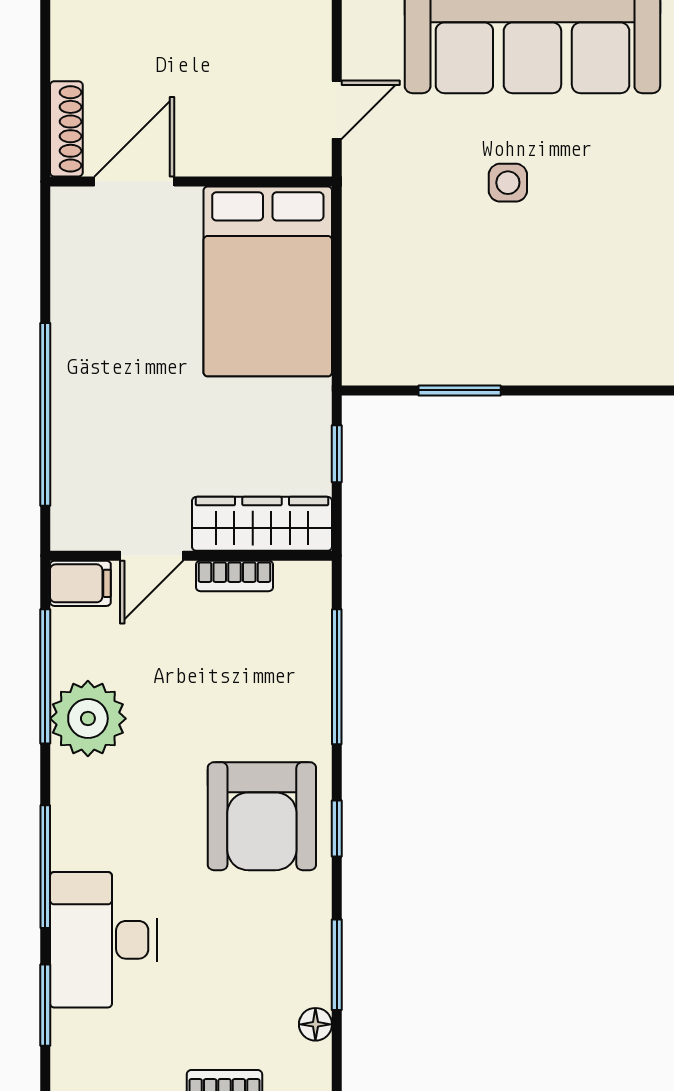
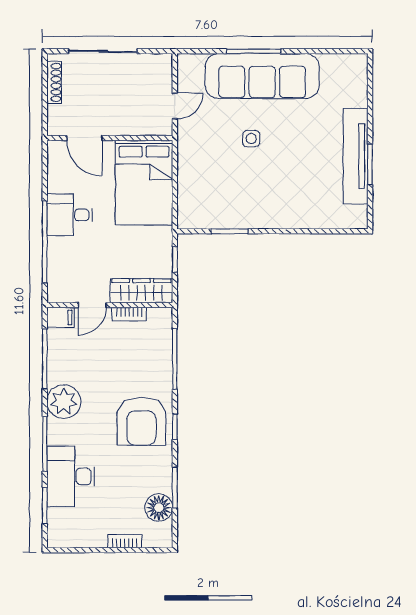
shoe rack: (66, 129) -> (54, 82), moved
door: (134, 181) -> (84, 138), swing flipped
desk: (101, 354) -> (70, 215), added
plant: (88, 719) -> (64, 402), moved
floor lamp: (315, 1024) -> (159, 508), width x1.89, depth x1.89

